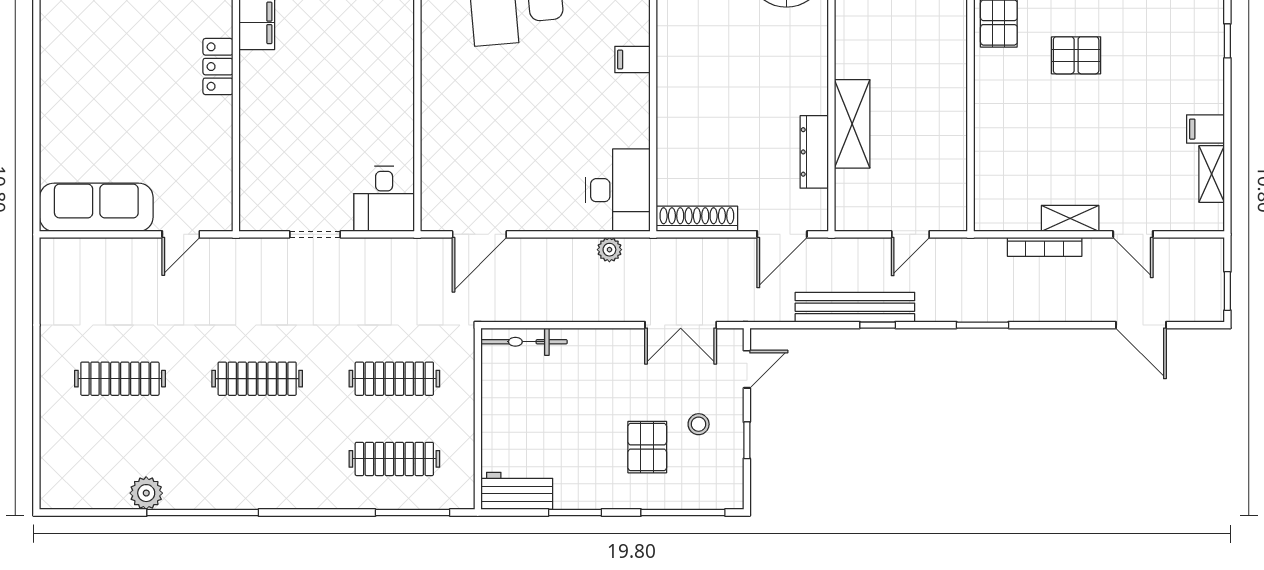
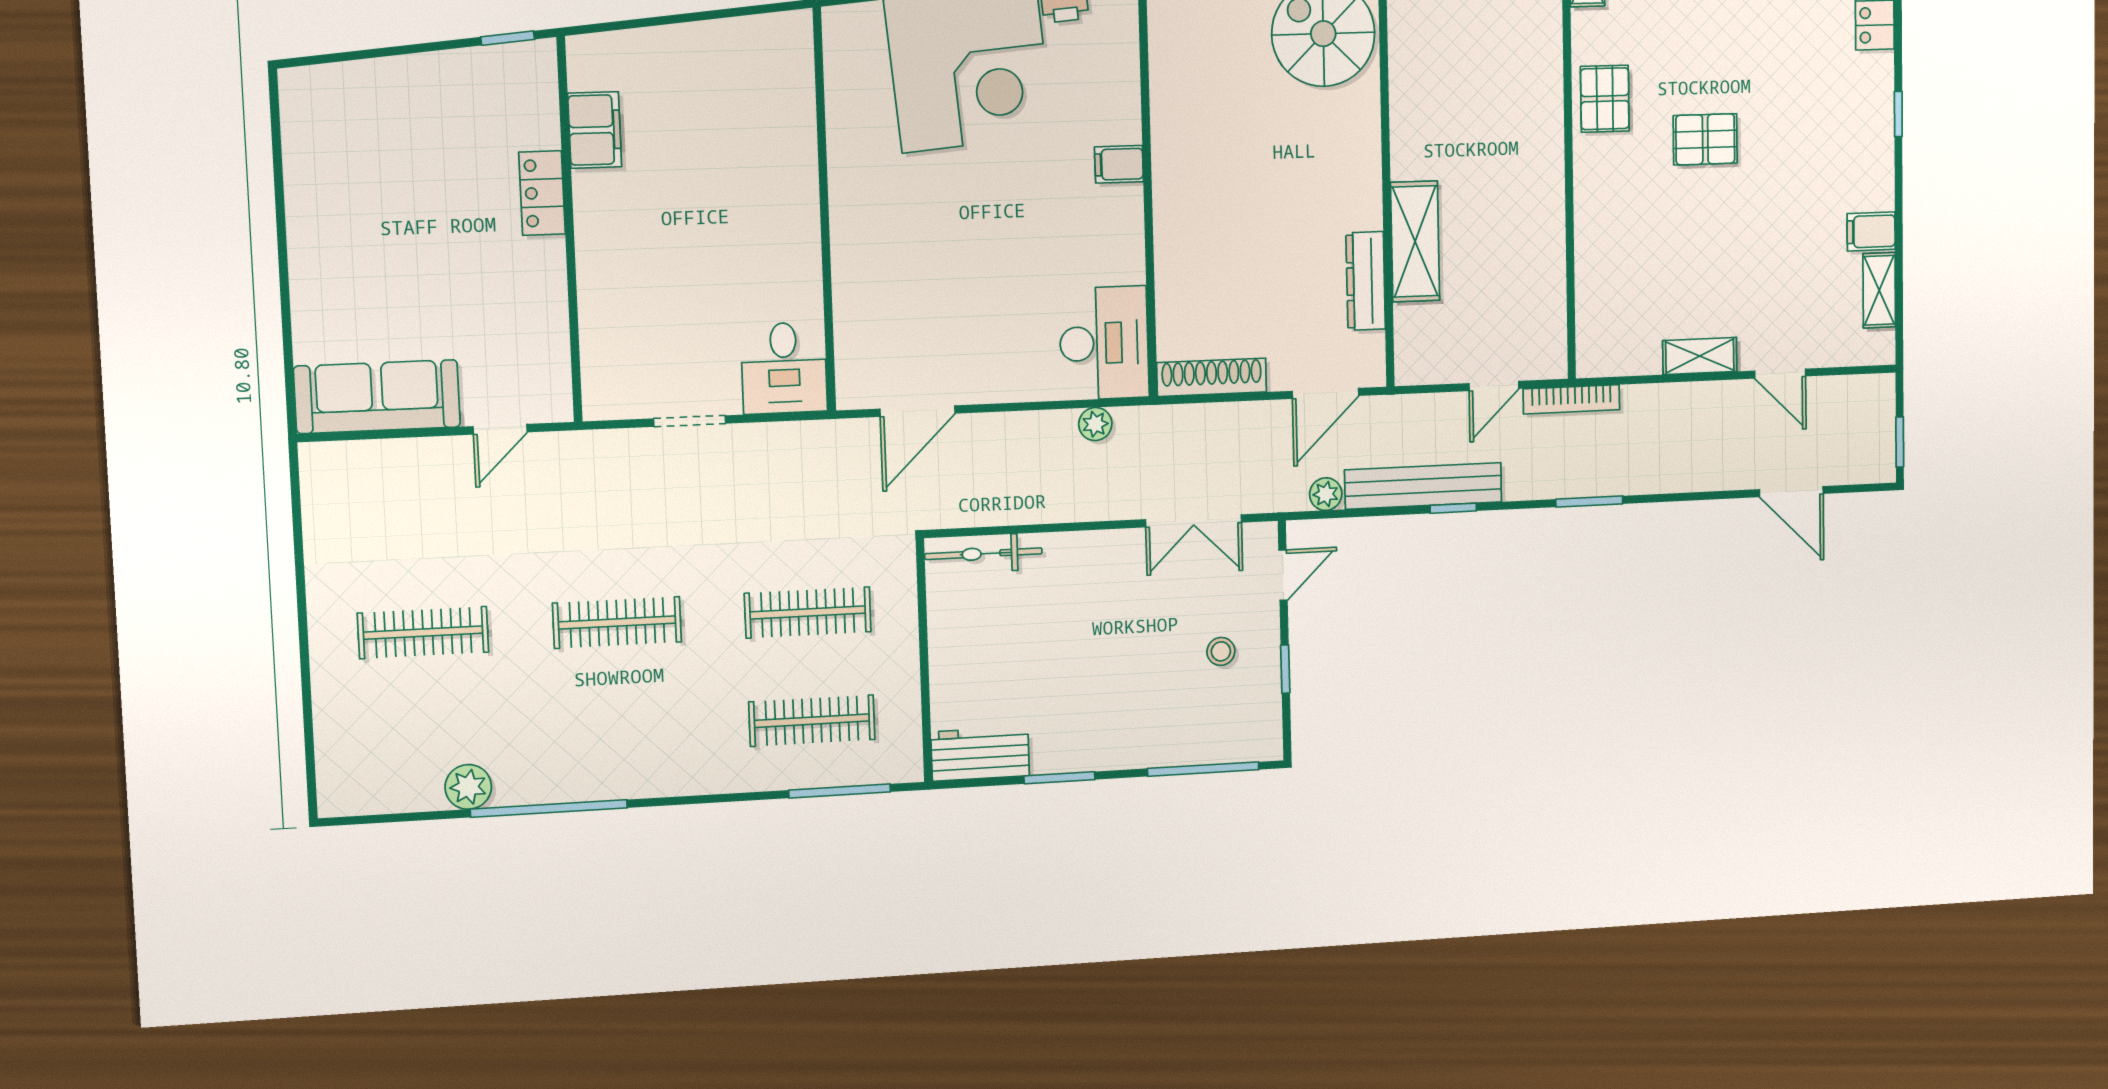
bookcase: (1045, 247) -> (1571, 399), moved
plant: (781, 310) -> (1326, 494), added
pallet: (647, 447) -> (1154, 685), removed

